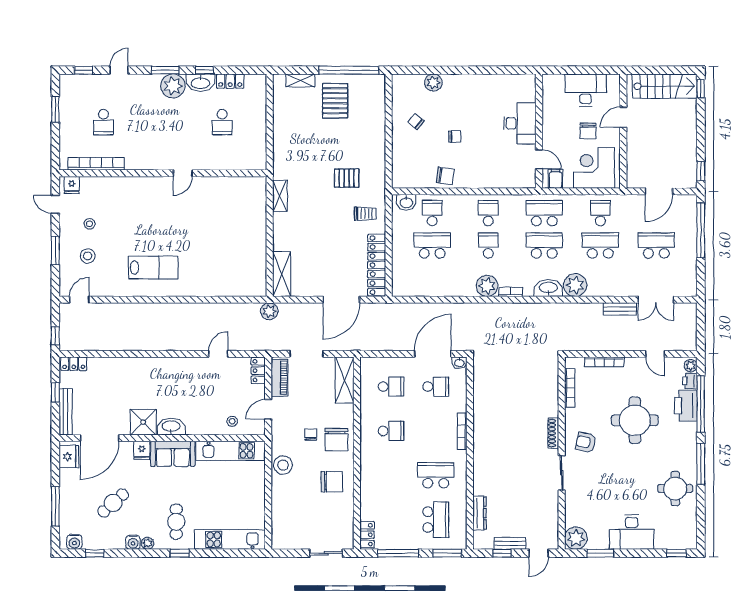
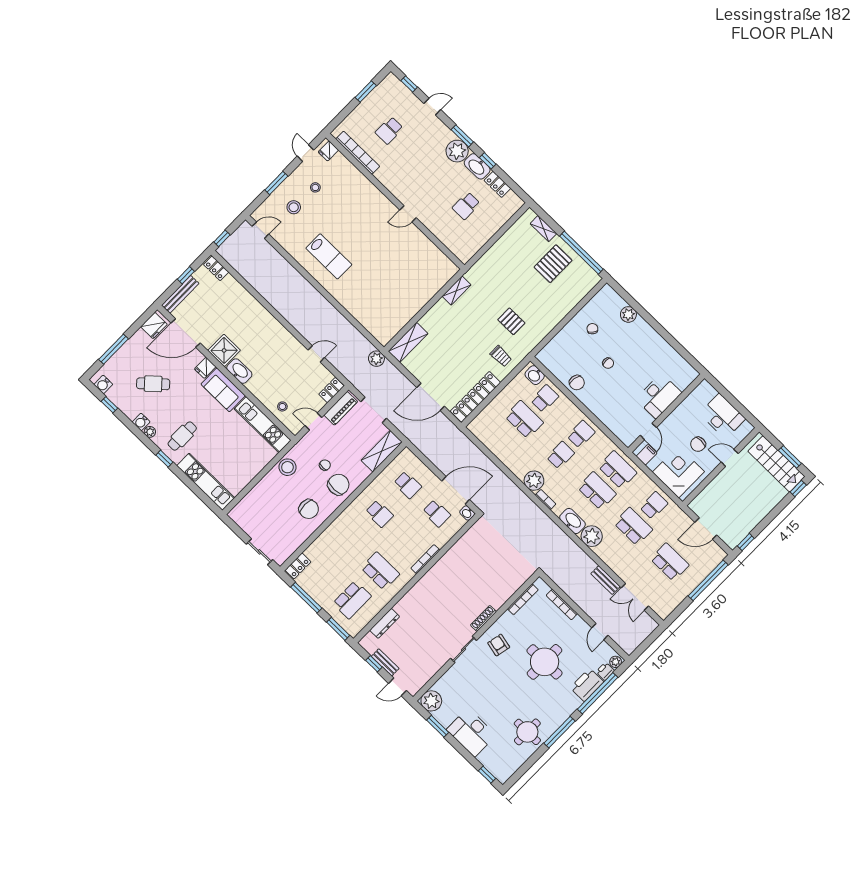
window: (670, 70) -> (790, 457), added
chair: (336, 440) -> (338, 485), turned 180

